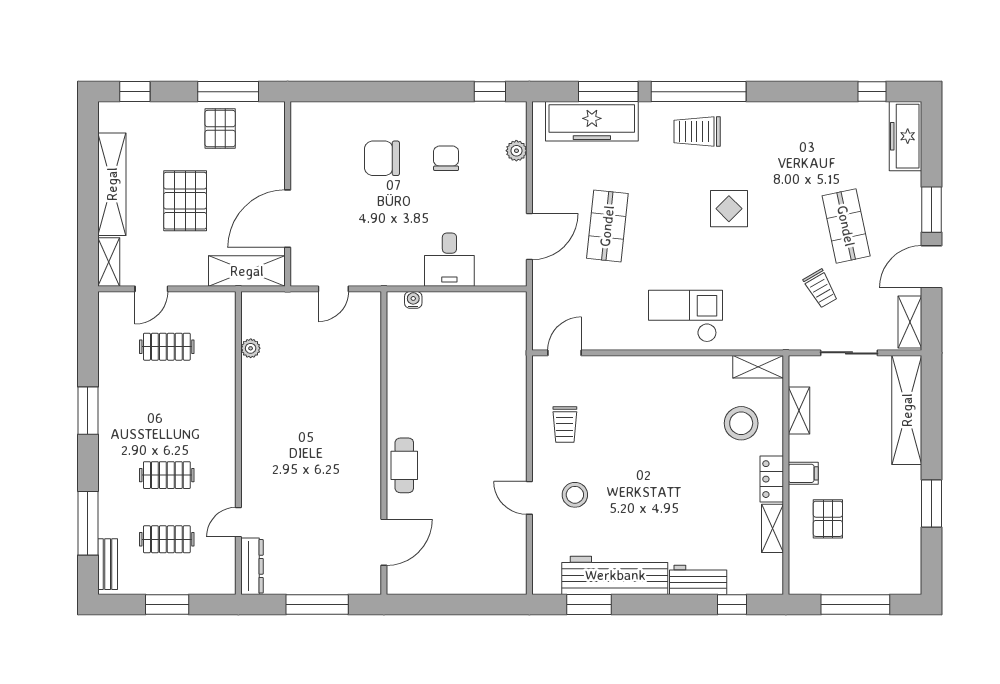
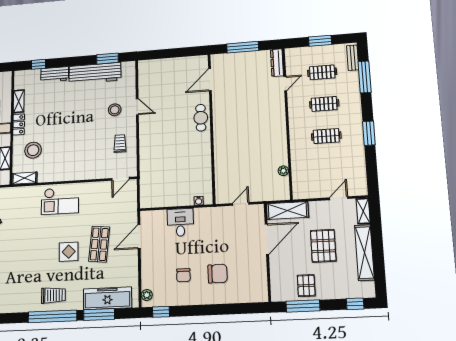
plant: (516, 151) -> (147, 295), moved
display table: (729, 209) -> (69, 252), moved
clothes rail: (167, 347) -> (326, 136), moved

